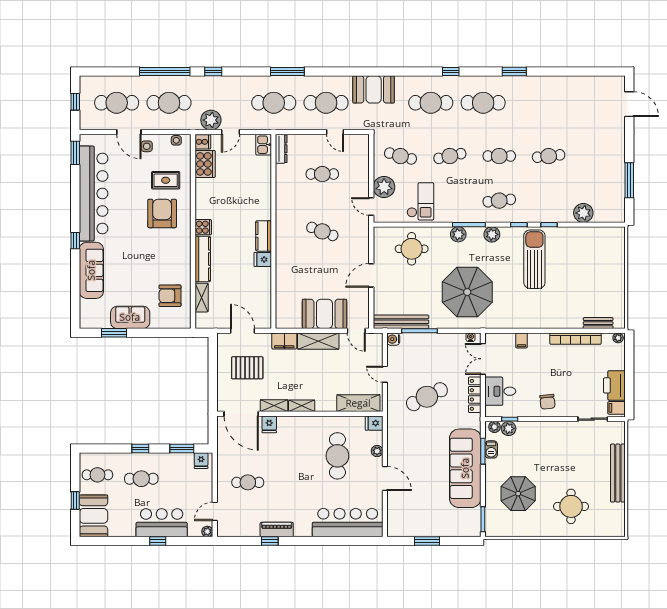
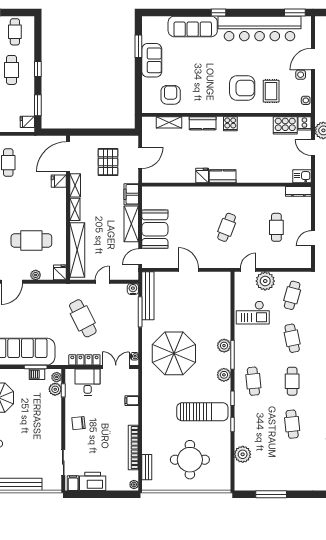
round table: (412, 249) -> (190, 460), moved, width x1.36, depth x1.36
kitchen counter: (203, 259) -> (203, 123), width x0.67
shelving: (358, 403) -> (77, 250), width x1.47

